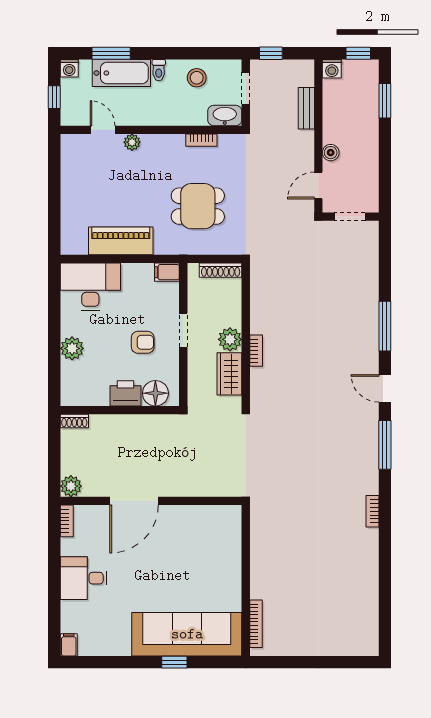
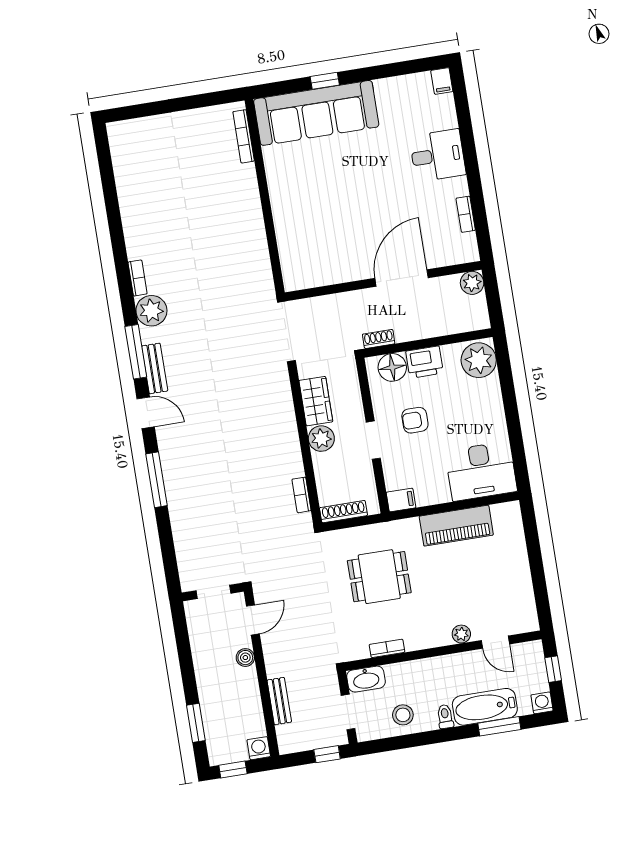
plant: (72, 348) -> (479, 360), moved, width x1.36, depth x1.36
bookcase: (256, 351) -> (301, 495), moved
shoe rack: (74, 421) -> (379, 339), moved
bench: (370, 427) -> (155, 368), added
plant: (365, 480) -> (151, 311), added
plant: (71, 486) -> (472, 283), moved
door: (134, 501) -> (402, 278), moved
wall: (151, 501) -> (383, 281), moved

